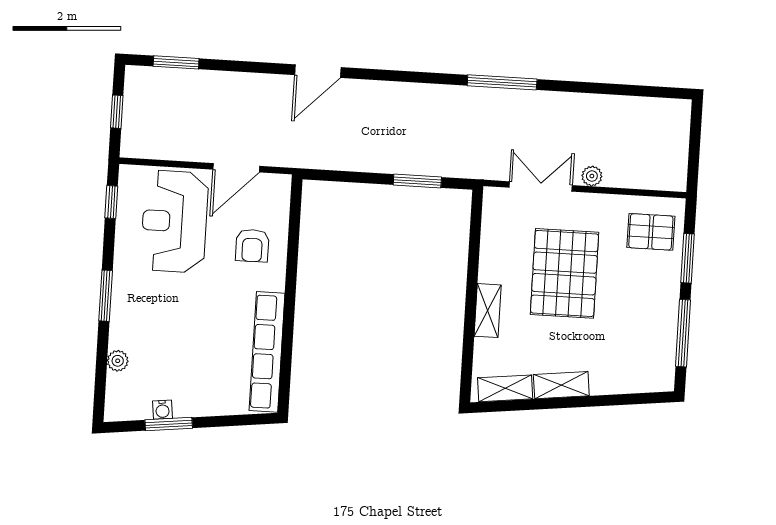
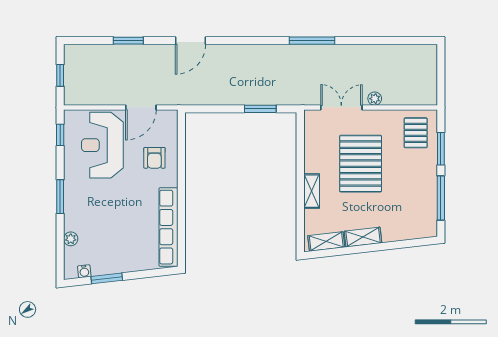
window: (176, 62) -> (128, 41), moved
pallet: (651, 232) -> (416, 133), turned 90
water cooler: (162, 410) -> (84, 271), moved

